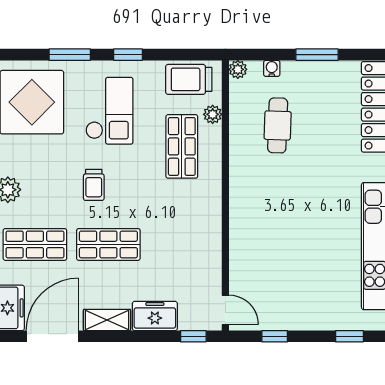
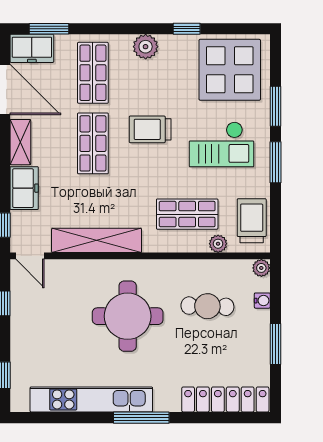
window: (128, 55) -> (275, 162), width x1.50
trolley: (94, 185) -> (150, 129), width x1.36, depth x1.39
round table: (288, 208) -> (128, 316), added
shelving: (209, 241) -> (97, 240), added
door: (225, 310) -> (30, 256), hinge flipped

